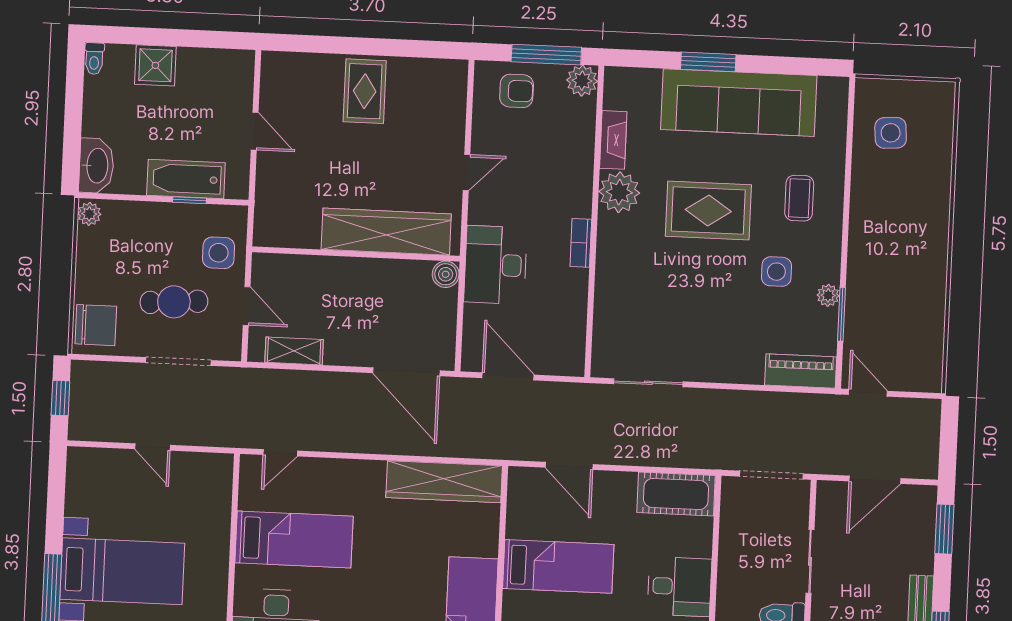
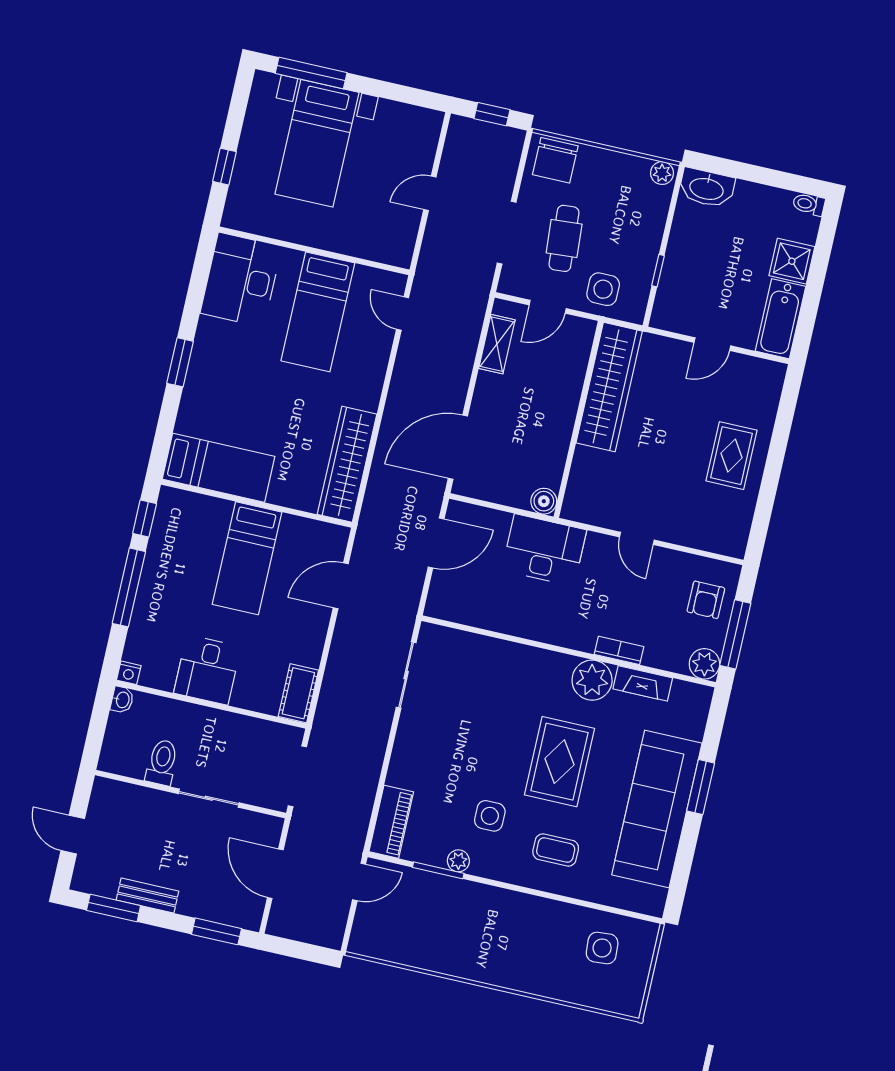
rug: (365, 91) -> (732, 456), turned 90
bathtub: (186, 179) -> (780, 319), moved, turned 180
wardrobe: (386, 232) -> (609, 387), moved
bookcase: (581, 243) -> (619, 650), moved
cot: (676, 494) -> (298, 693), width x0.73, depth x0.75

